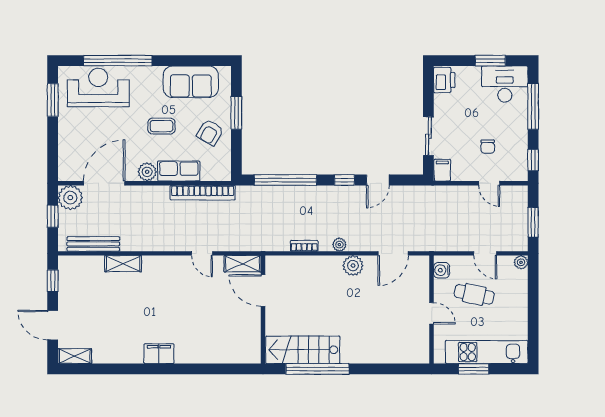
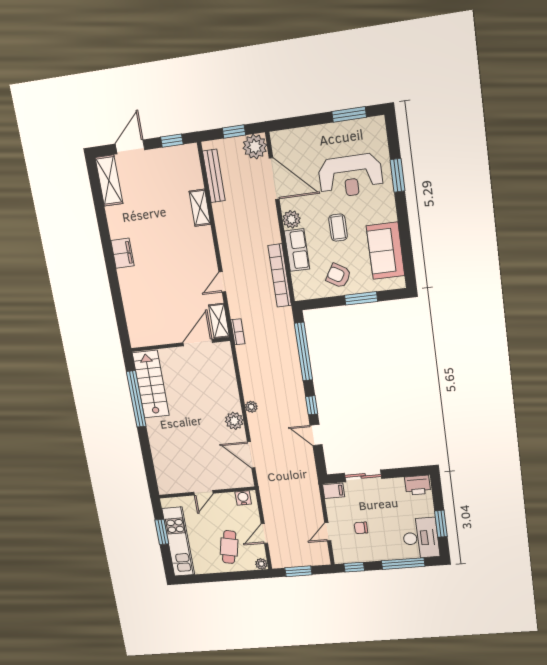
window: (118, 61) -> (397, 175), width x0.47
reception desk: (98, 88) -> (350, 176), moved, turned 90
bookcase: (304, 246) -> (238, 332), moved
cafe table: (474, 294) -> (229, 547), moved
shelving: (75, 356) -> (109, 181), width x1.50, depth x1.33

